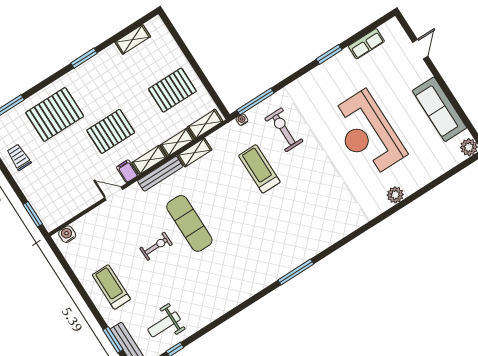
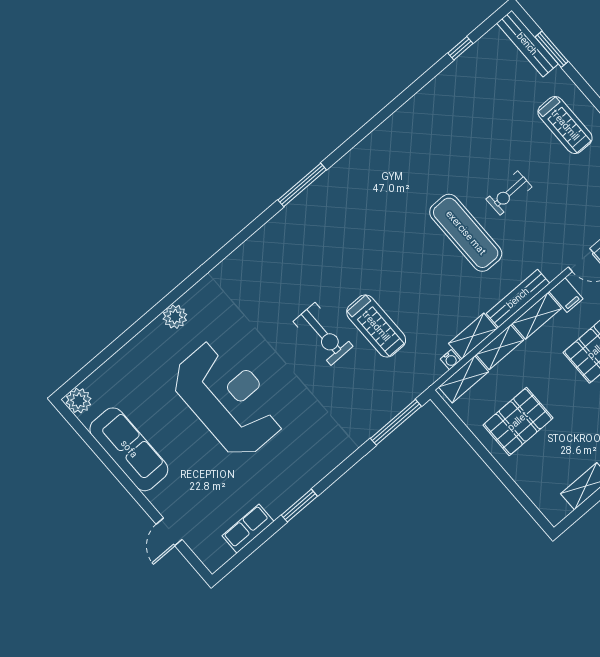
water cooler: (242, 120) -> (450, 360), moved
exercise bike: (284, 130) -> (323, 334), moved
weight bench: (164, 324) -> (481, 82), removed

